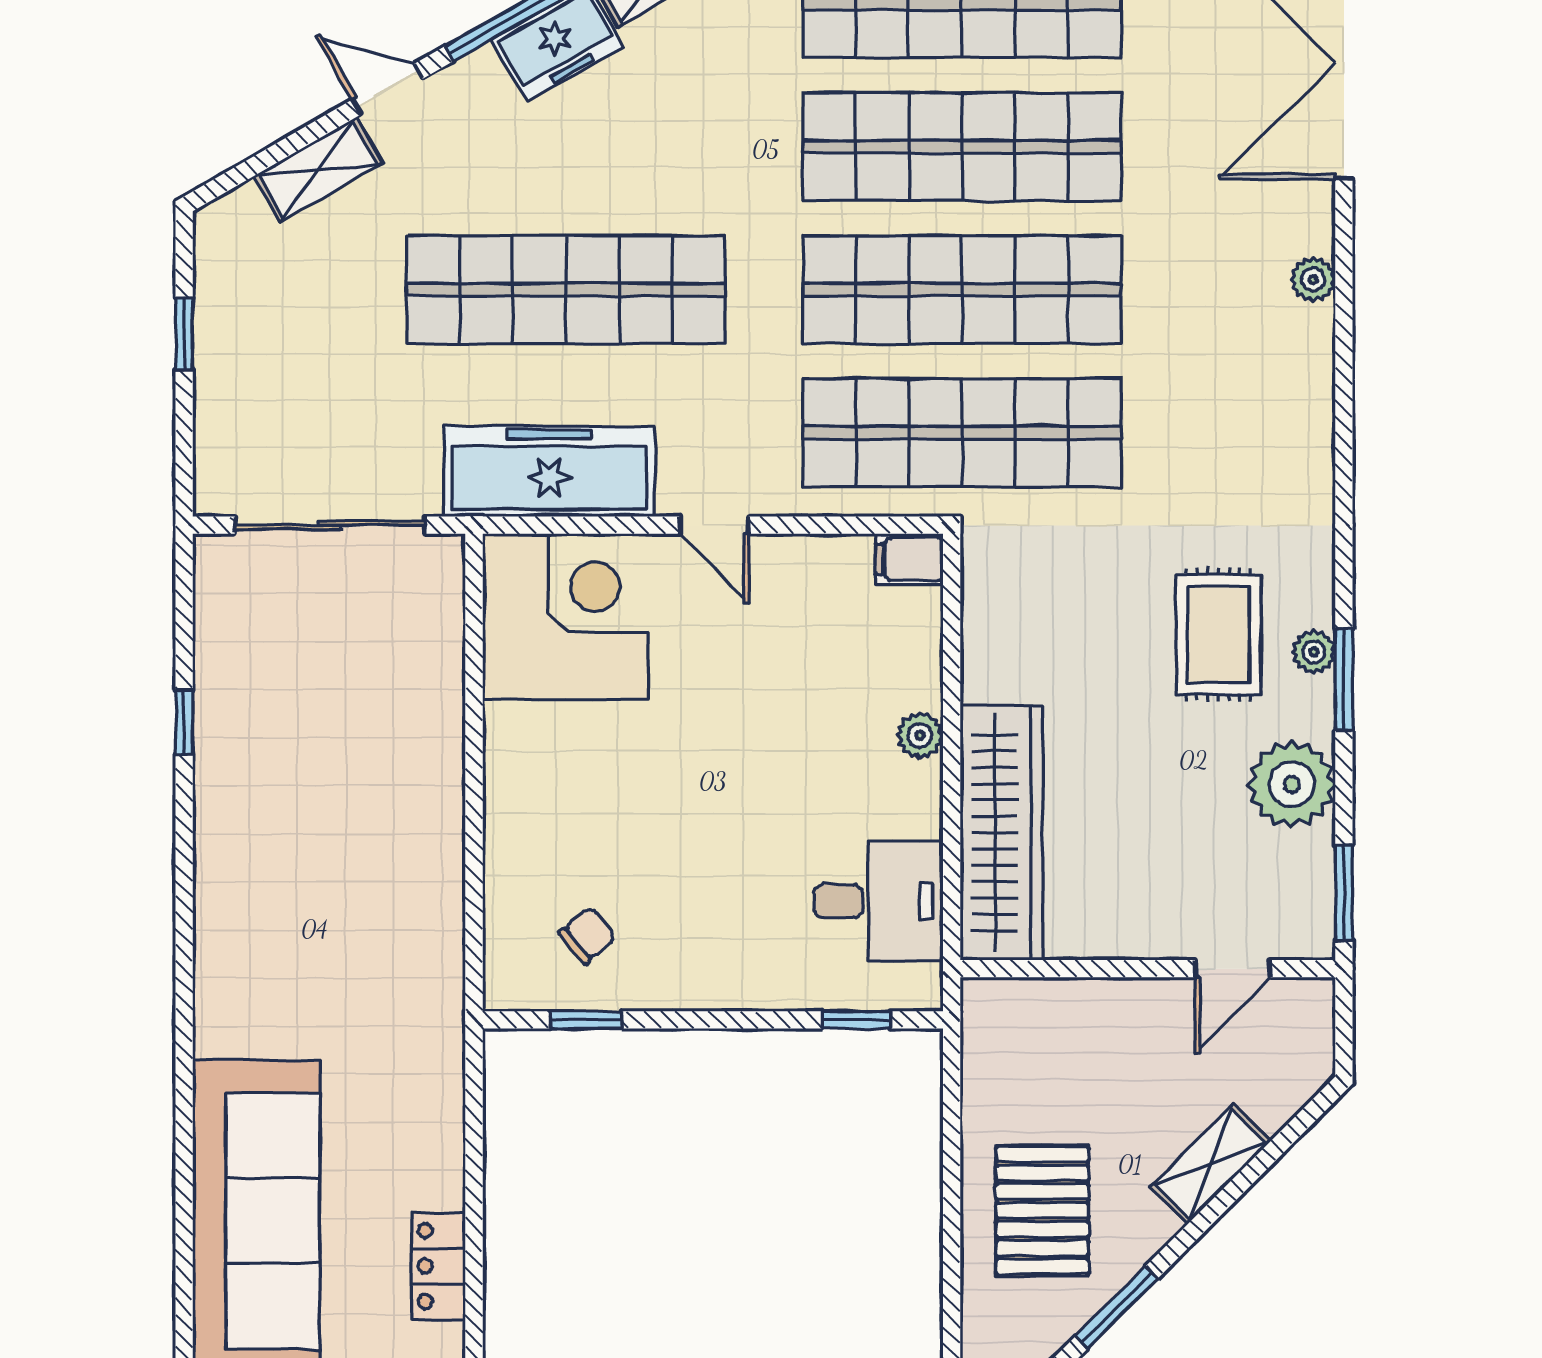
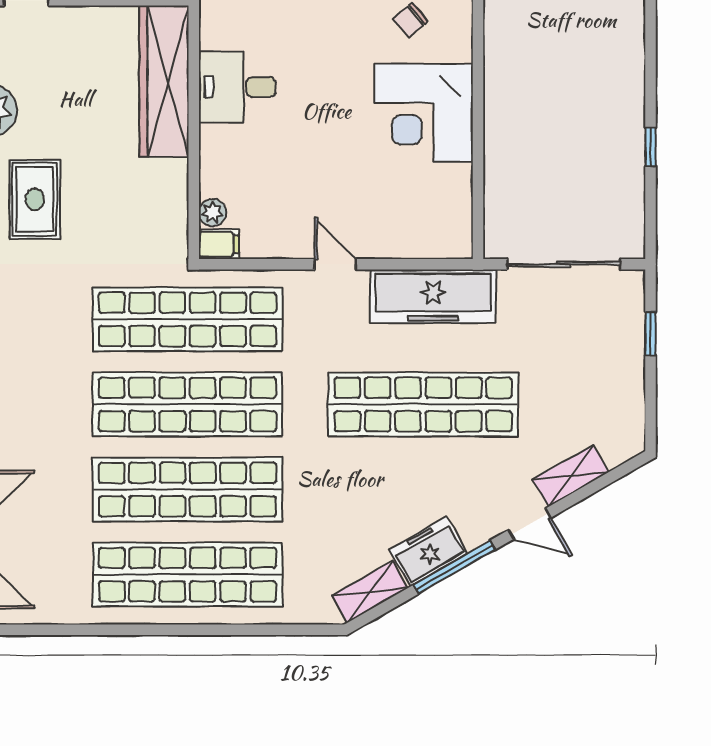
window: (184, 334) -> (651, 333), moved
corner desk: (565, 616) -> (424, 113), moved
plant: (920, 735) -> (212, 213), moved
desk: (878, 901) -> (237, 87), moved

